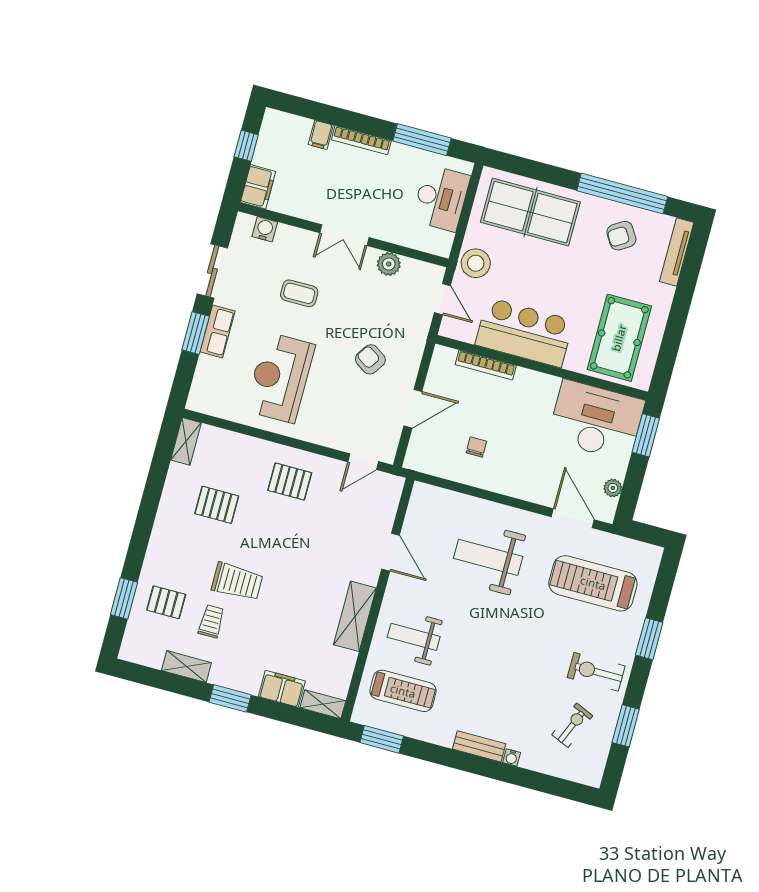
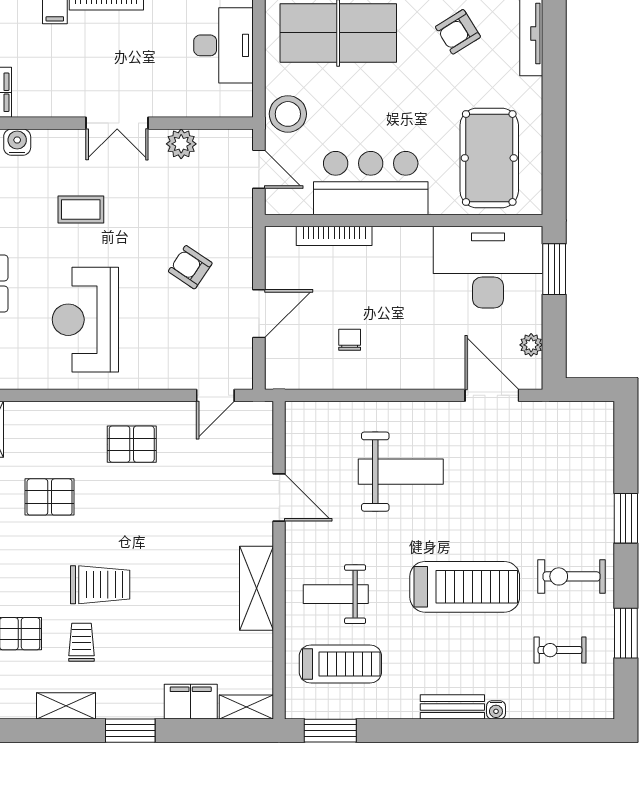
weight bench: (488, 557) -> (401, 472), turned 180
treadmill: (593, 583) -> (465, 587), moved, turned 180
exercise bike: (572, 725) -> (560, 650), turned -113

